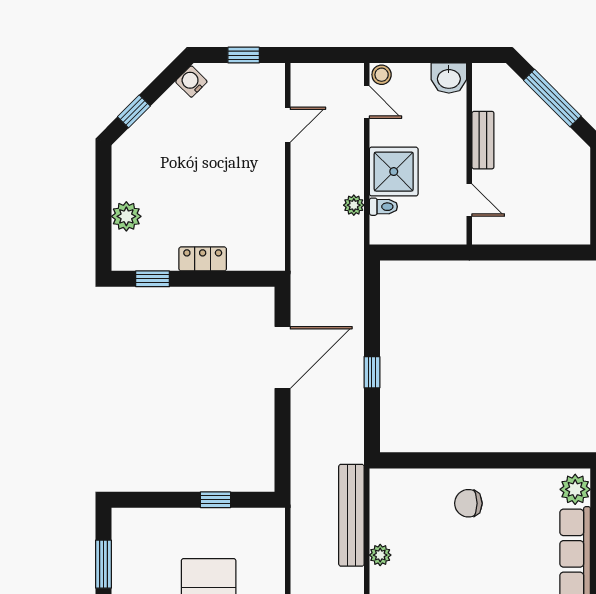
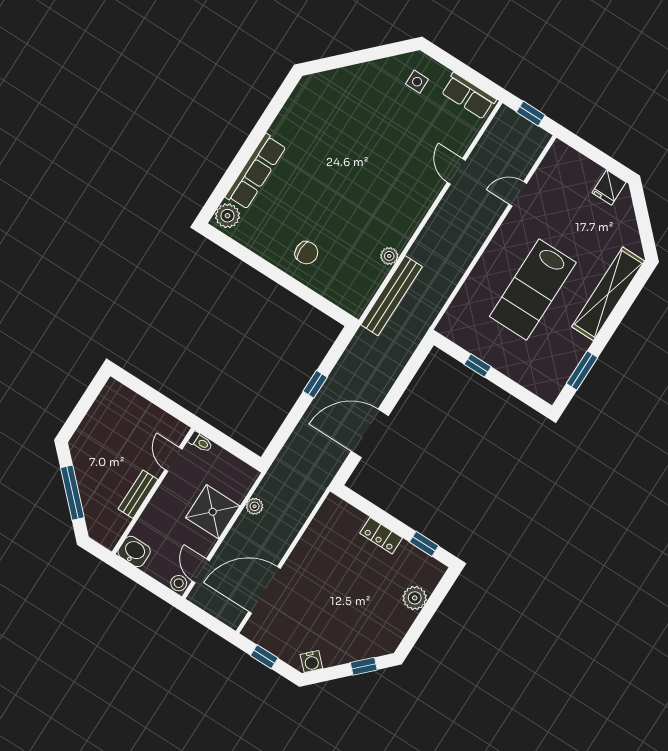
door: (288, 125) -> (264, 590), width x1.87
toilet: (383, 207) -> (200, 442), moved, turned 180

